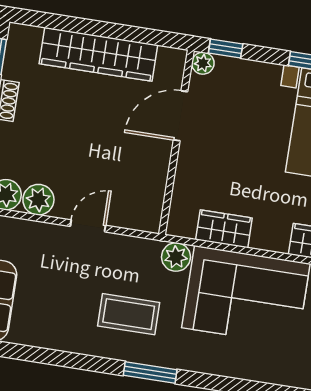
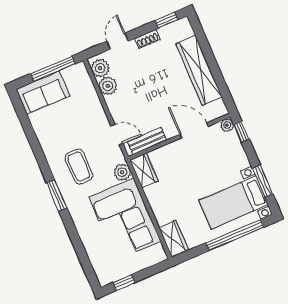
bench: (153, 193) -> (147, 141), added
door: (88, 226) -> (117, 134), moved
wardrobe: (224, 229) -> (144, 170), moved

